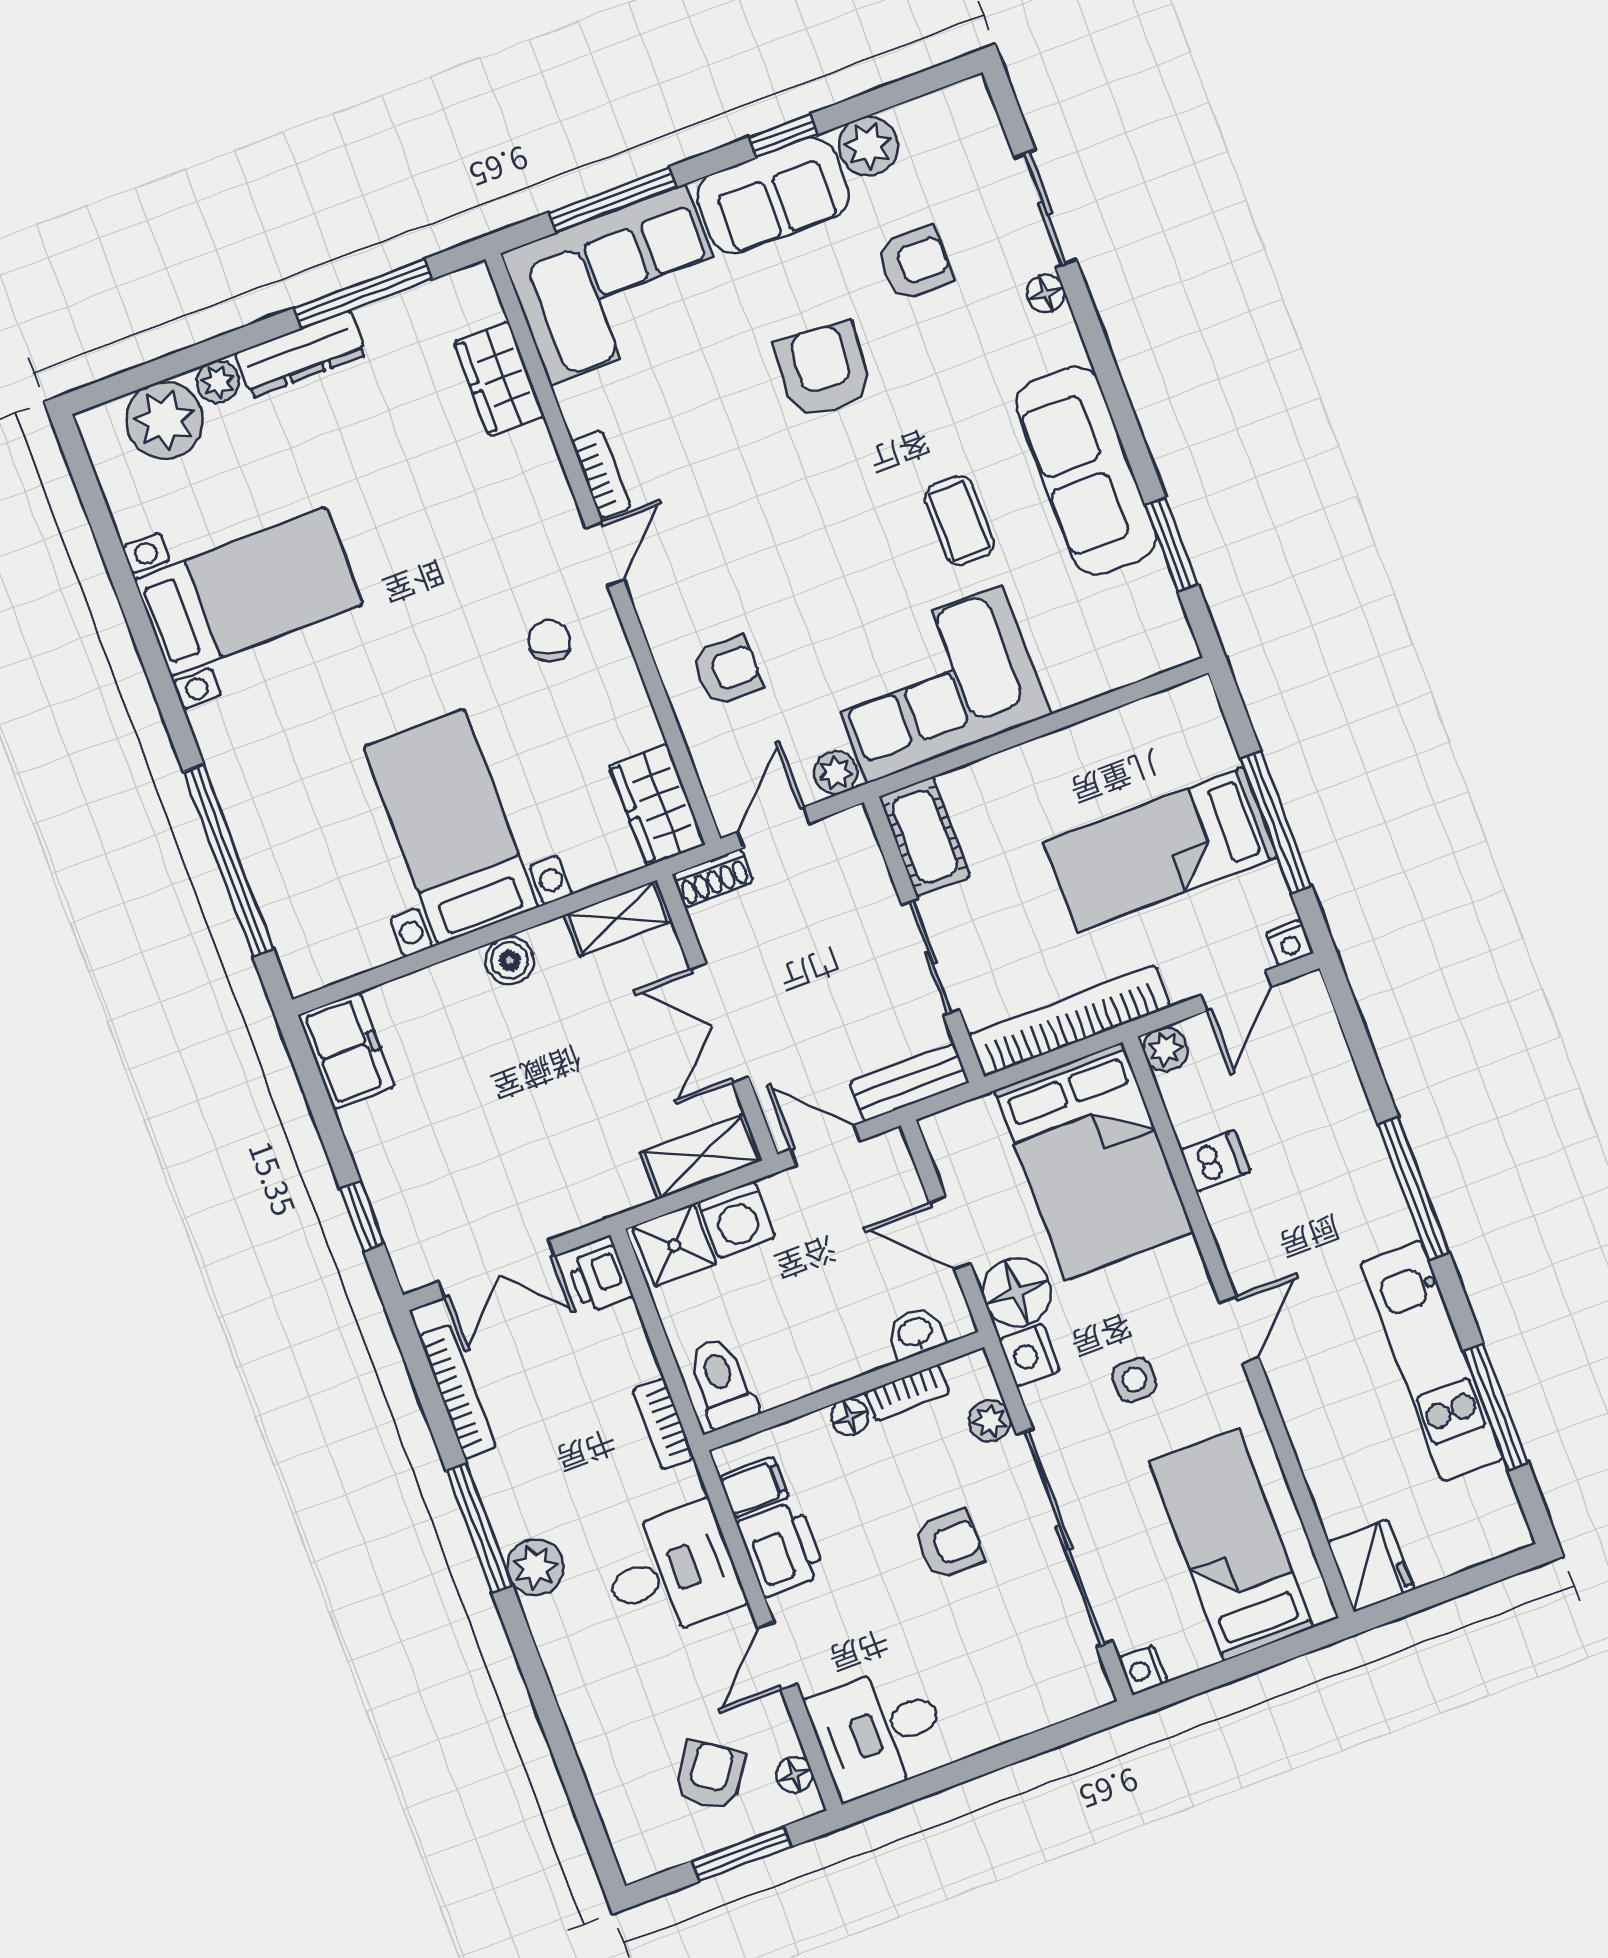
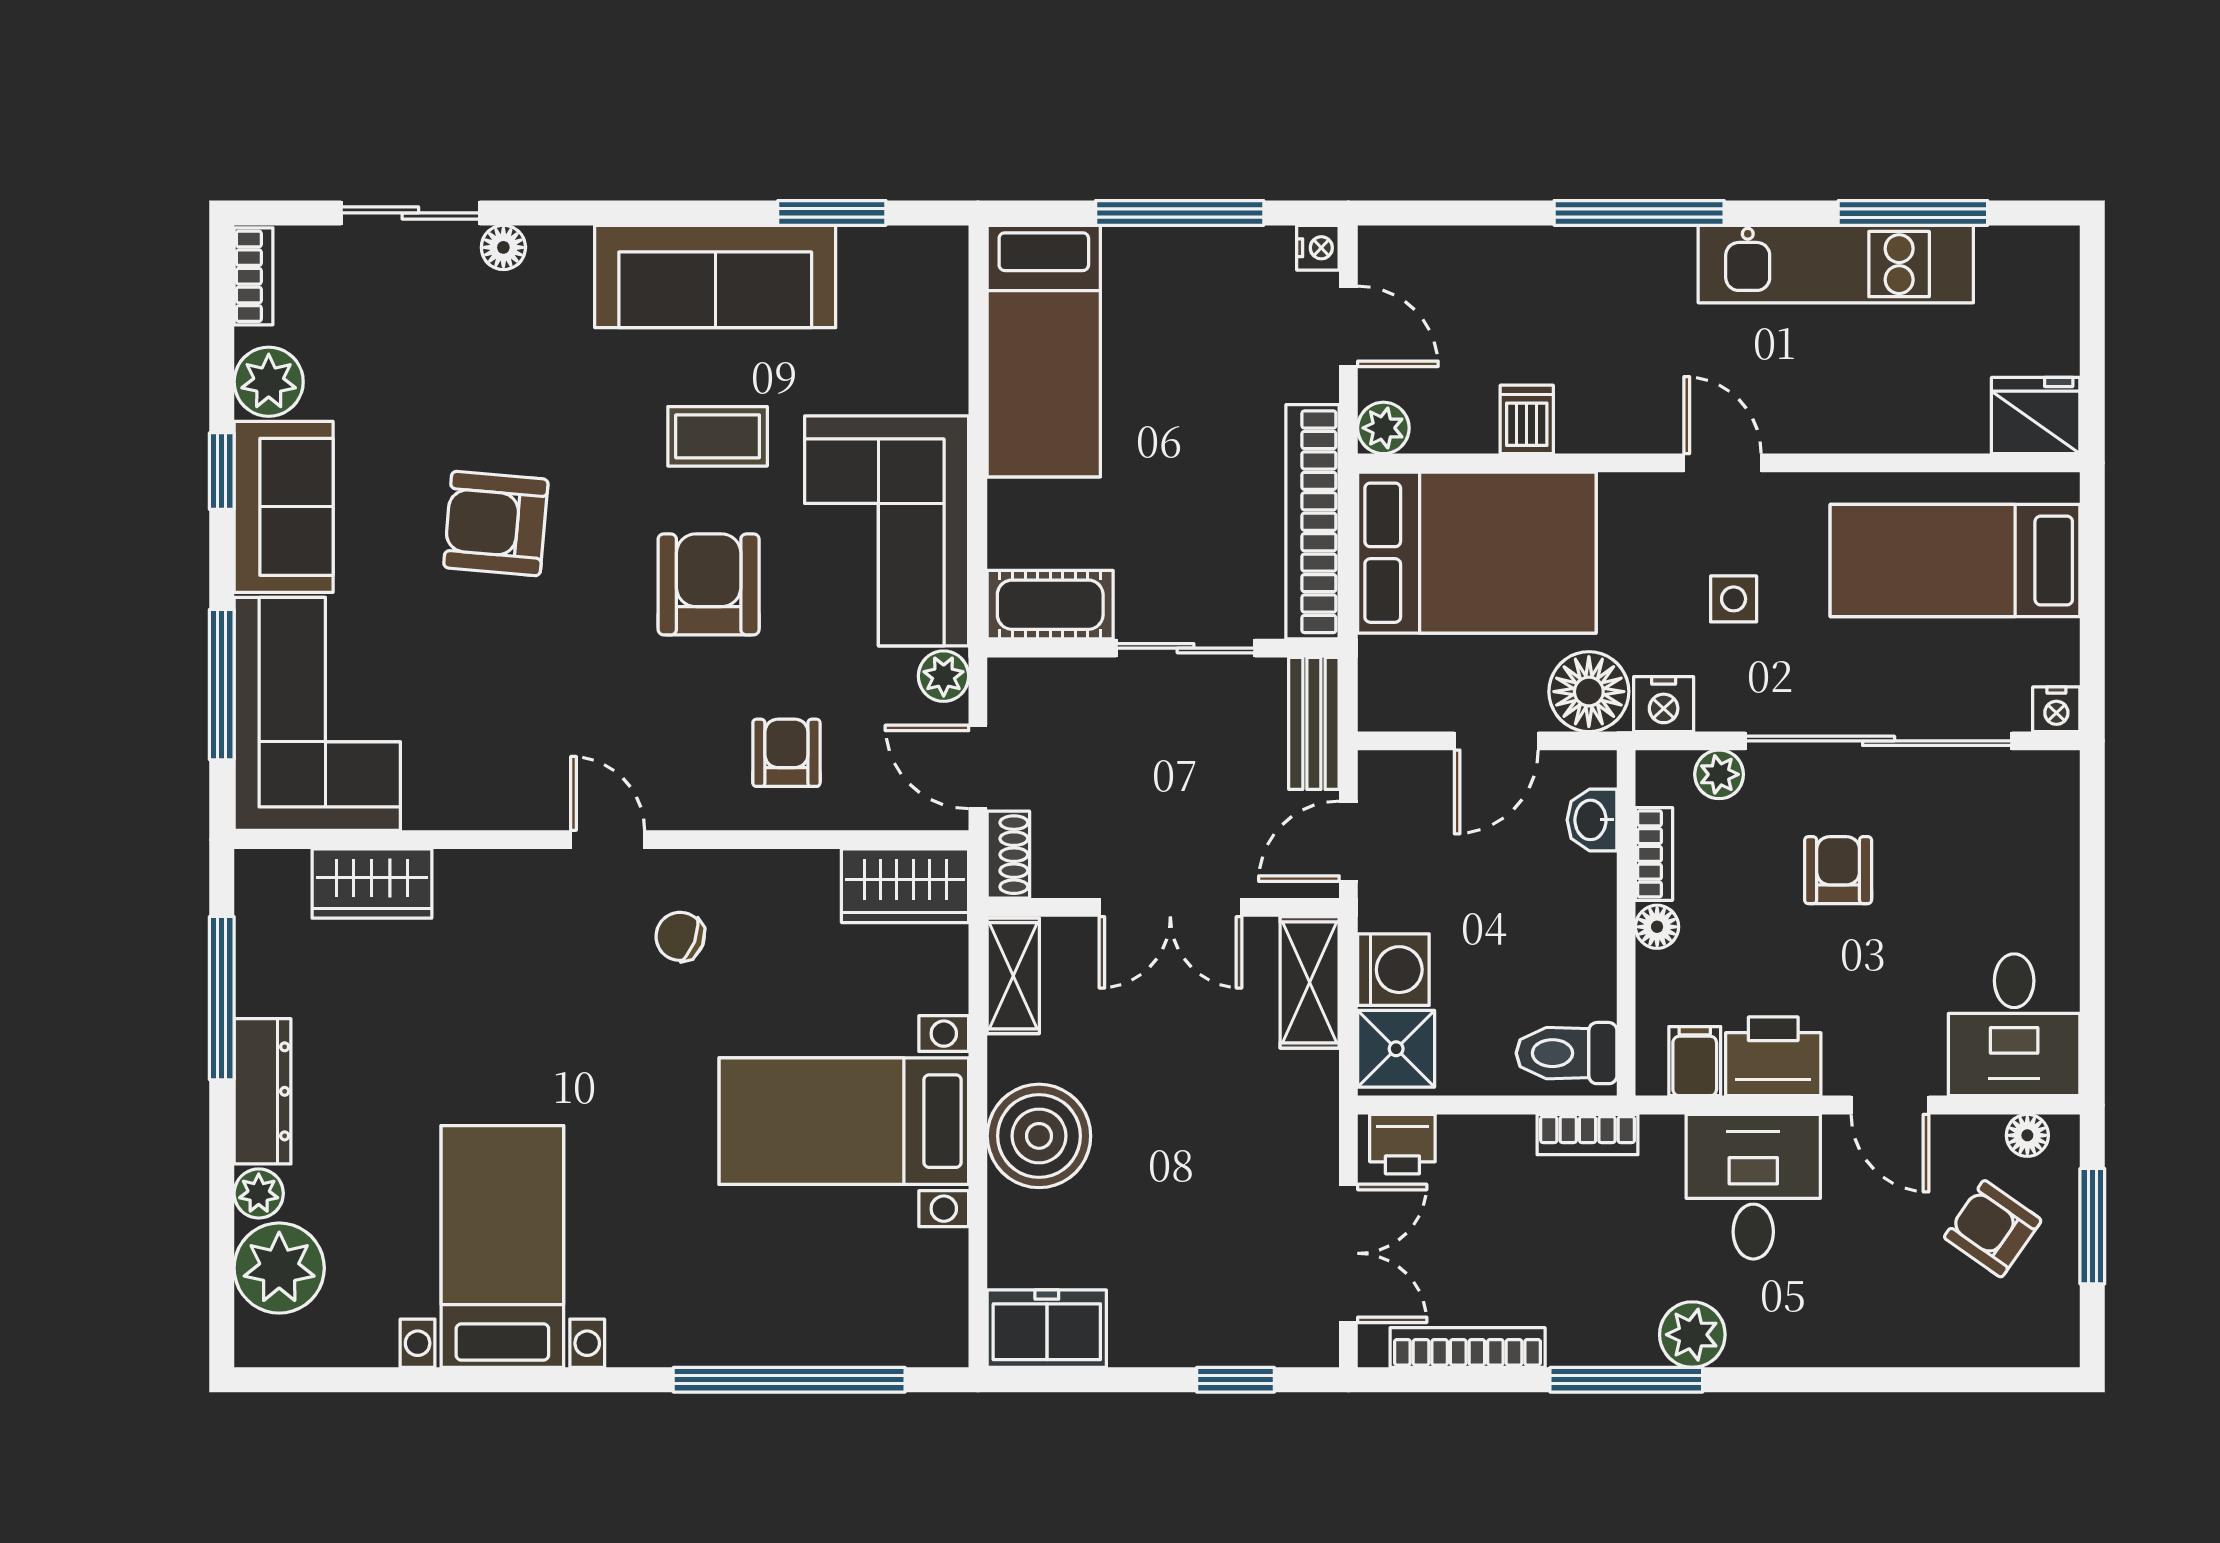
armchair: (914, 263) -> (709, 584), moved, width x1.38, depth x1.38
bookcase: (601, 475) -> (253, 276), moved, turned 90
bed: (1161, 850) -> (1044, 351), moved
boiler: (510, 960) -> (1039, 1136), width x1.86, depth x1.86

